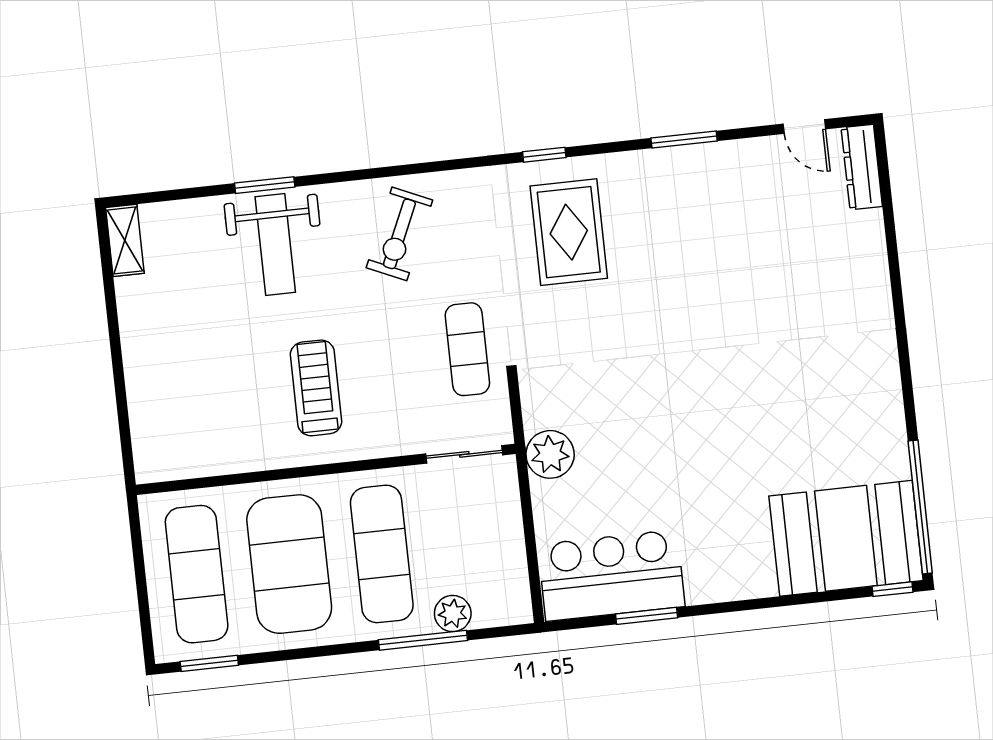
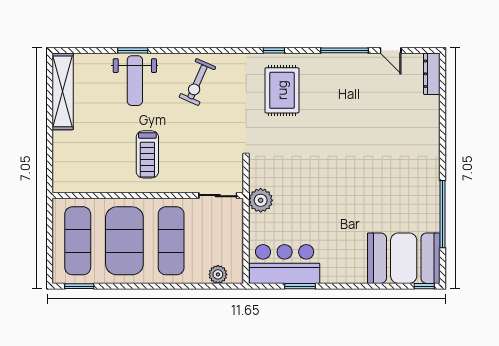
door: (804, 126) -> (391, 50), moved
window: (684, 140) -> (345, 50), width x1.44
shelving: (125, 240) -> (63, 91), width x2.20, depth x1.33
exercise mat: (467, 349) -> (225, 143), removed
treadmill: (316, 388) -> (147, 154), turned 180
window: (920, 507) -> (442, 214), moved
plant: (453, 614) -> (218, 274), moved
window: (423, 640) -> (187, 286), removed

